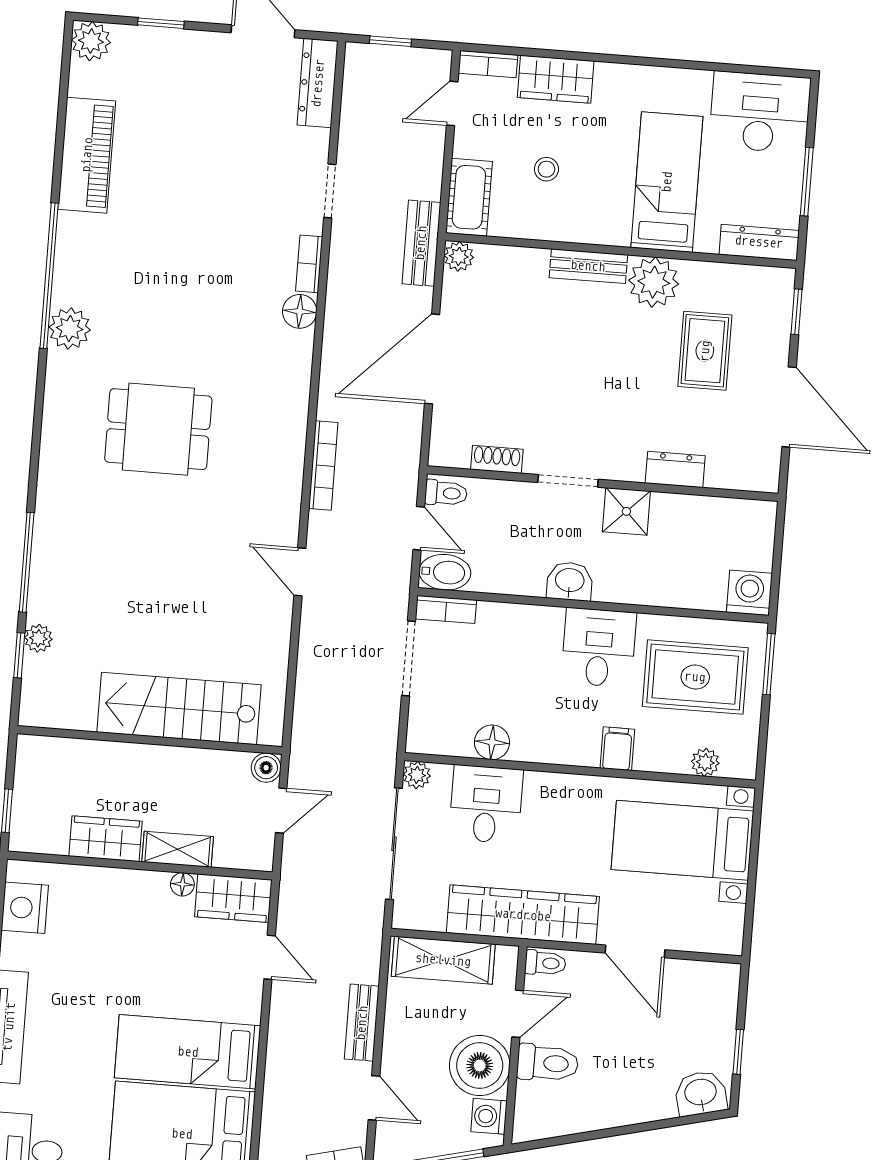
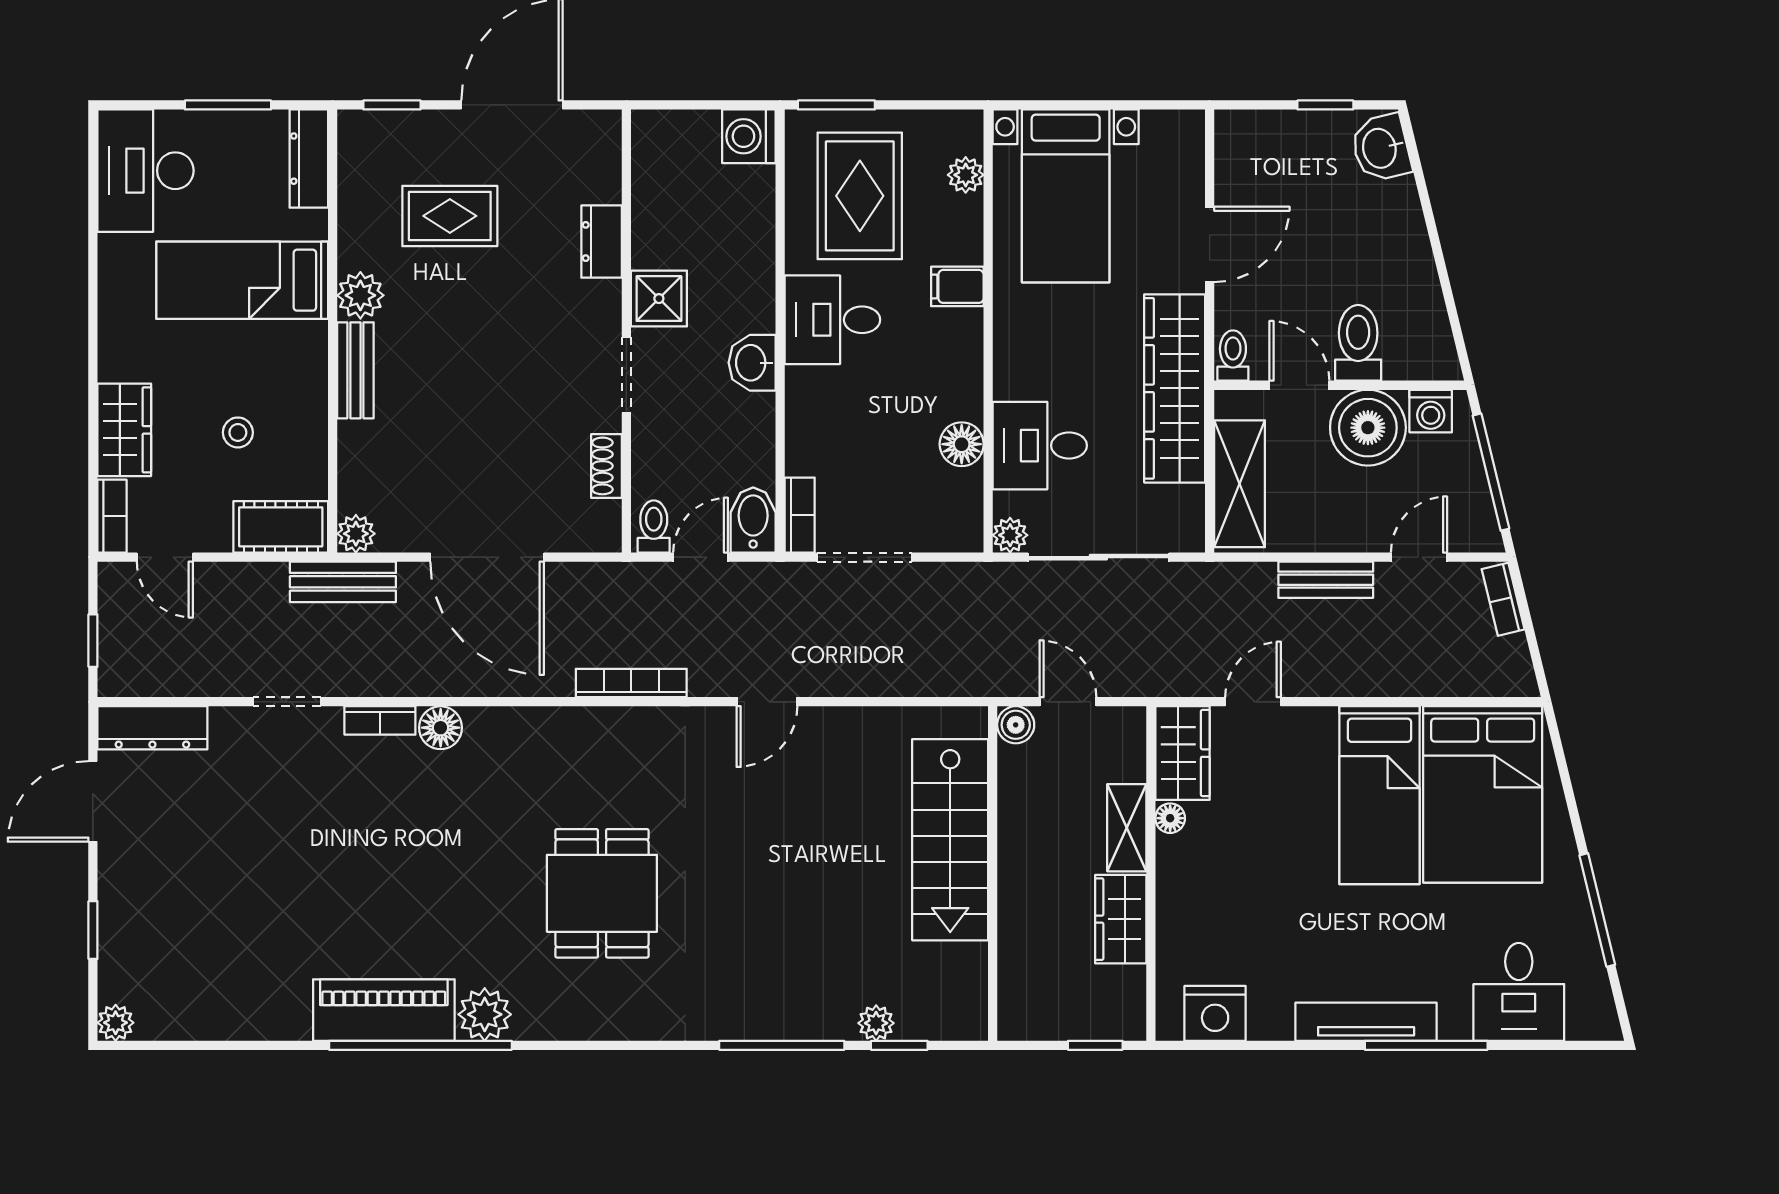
plant: (91, 41) -> (116, 1023), width x0.73, depth x0.73
piano: (87, 155) -> (384, 1010), moved
plant: (654, 282) -> (360, 295), width x0.73, depth x0.73

